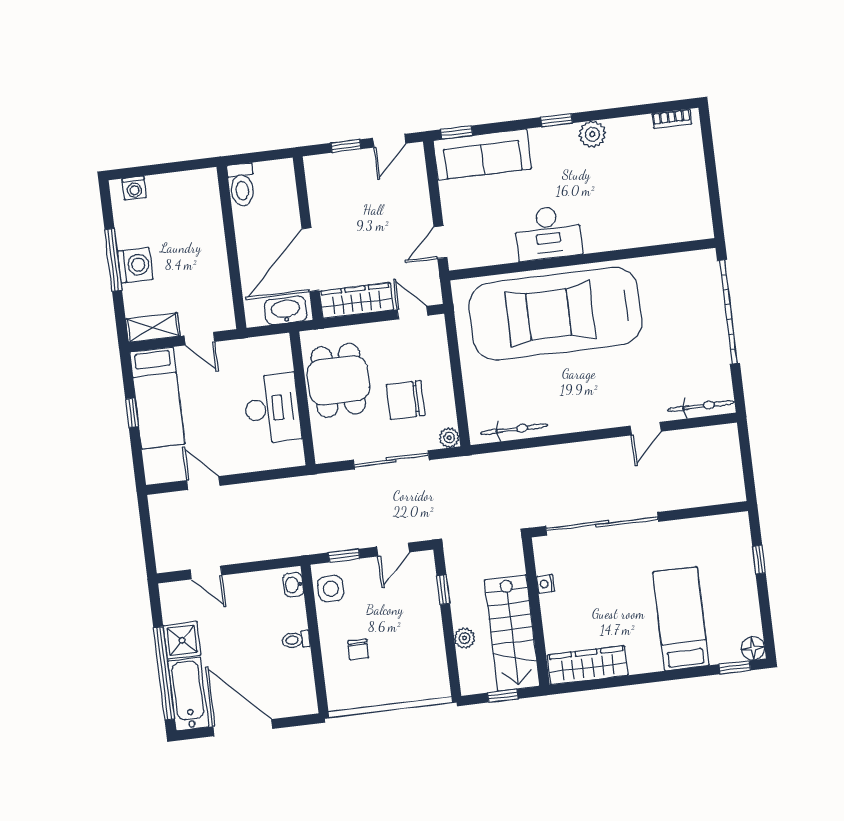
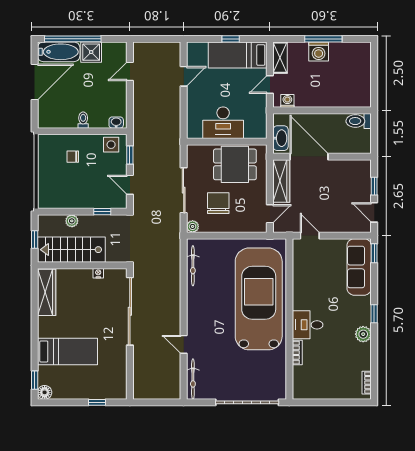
washing machine: (134, 188) -> (287, 101), moved, turned 90
desk: (548, 233) -> (308, 325), moved, width x0.73
bookcase: (636, 239) -> (297, 353), added

